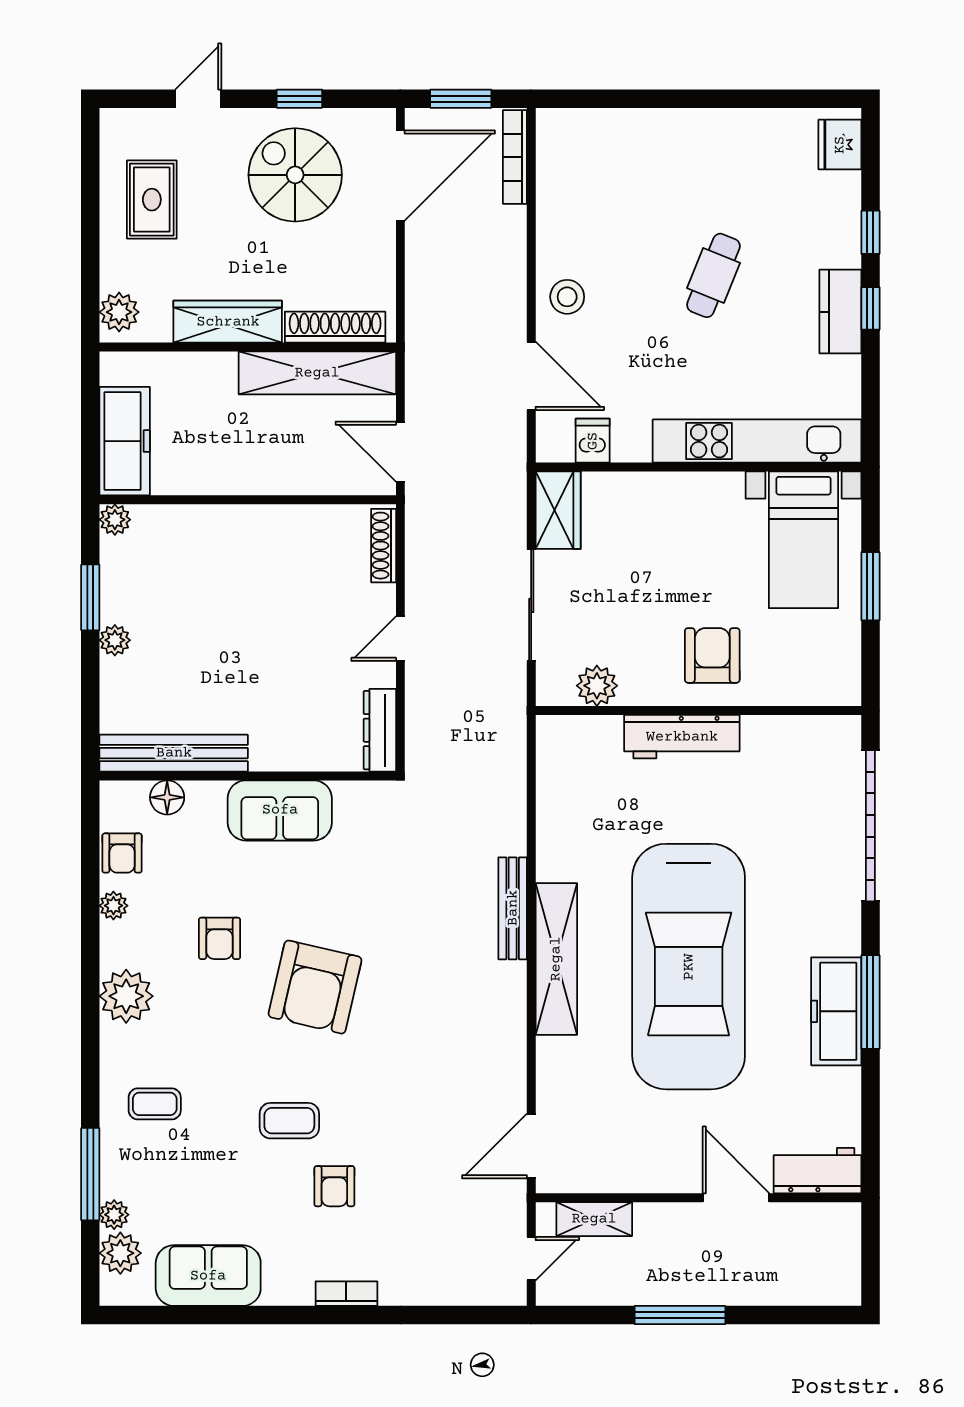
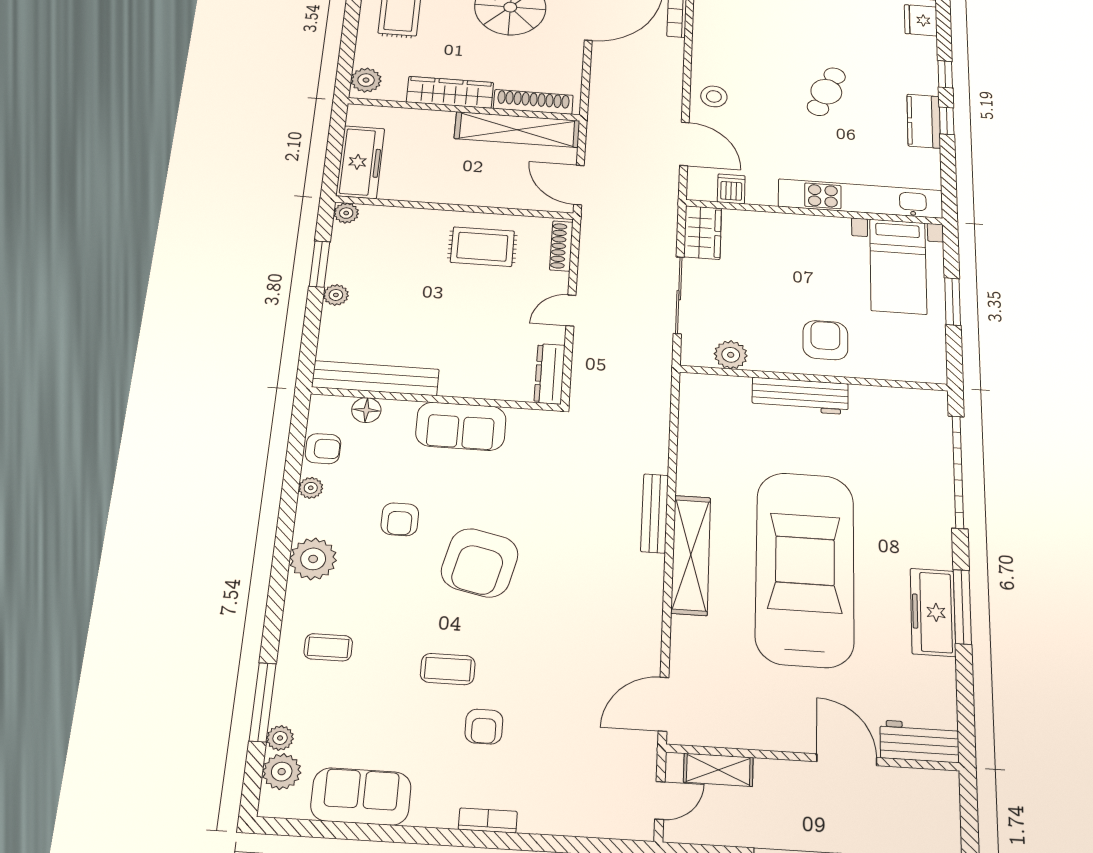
rug: (286, 555) -> (482, 247), added
armchair: (122, 853) -> (323, 449), turned -90
car: (689, 967) -> (805, 568), turned 180

